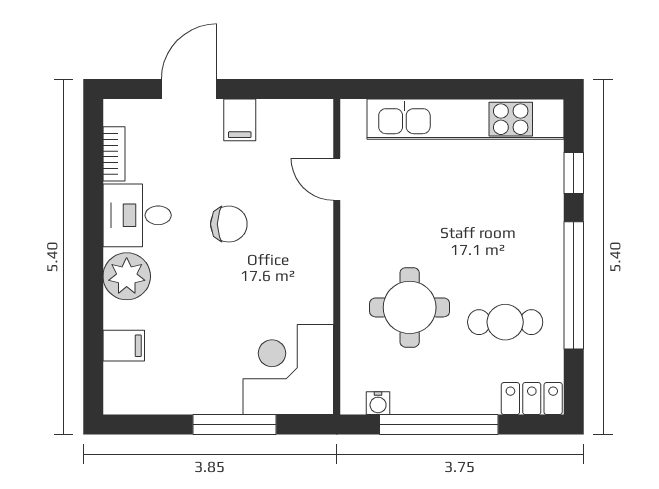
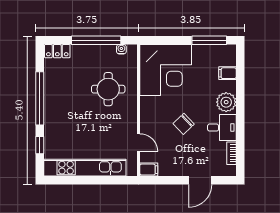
filing cabinet: (240, 120) -> (149, 170), moved, turned 90
chair: (229, 224) -> (184, 124), turned -44
cafe table: (505, 322) -> (68, 83), removed
corner desk: (288, 370) -> (166, 70), width x1.36, depth x1.36
window: (234, 425) -> (209, 40), moved

